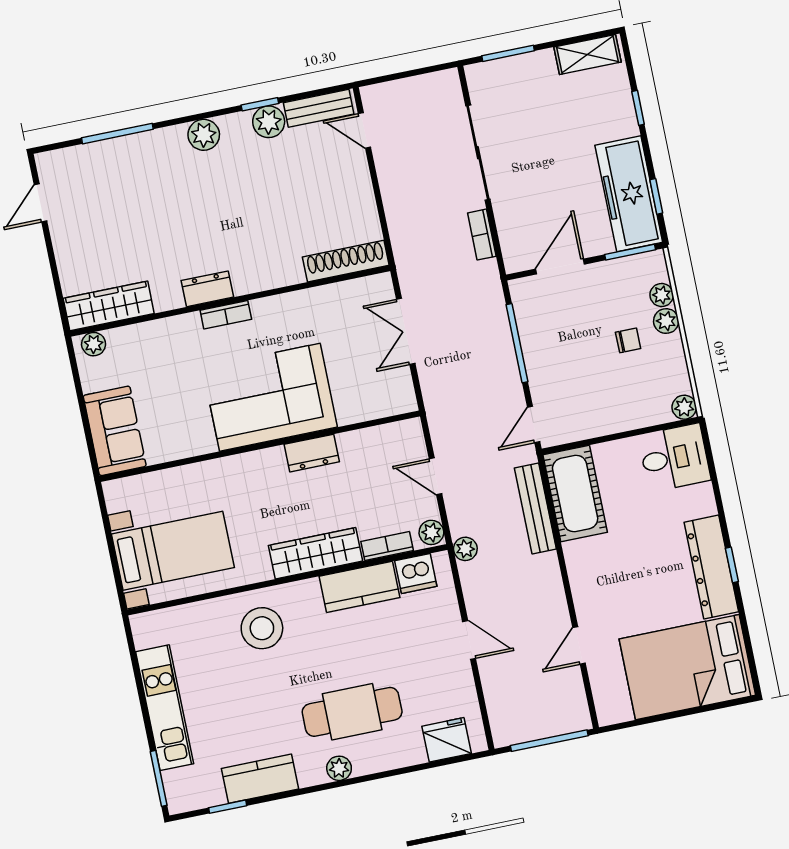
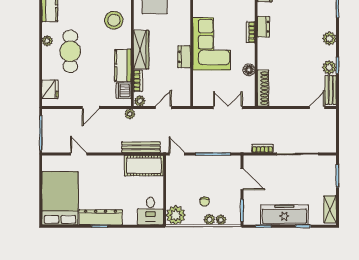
freezer: (629, 194) -> (284, 215), moved
floor lamp: (311, 301) -> (249, 70), added
plant: (684, 407) -> (176, 215), width x1.88, depth x1.88

